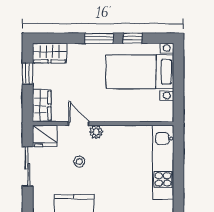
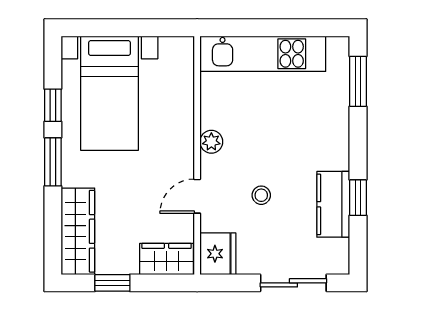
wardrobe: (50, 53) -> (78, 231), width x1.50
plant: (96, 132) -> (211, 142), moved
sliding door: (28, 166) -> (293, 283), moved

